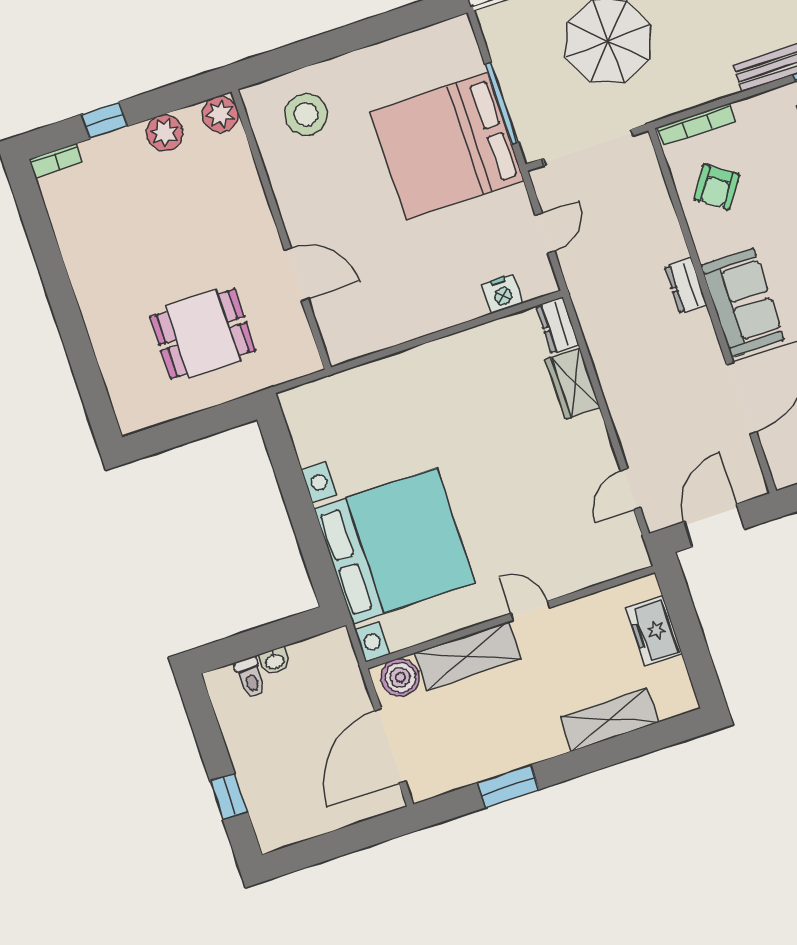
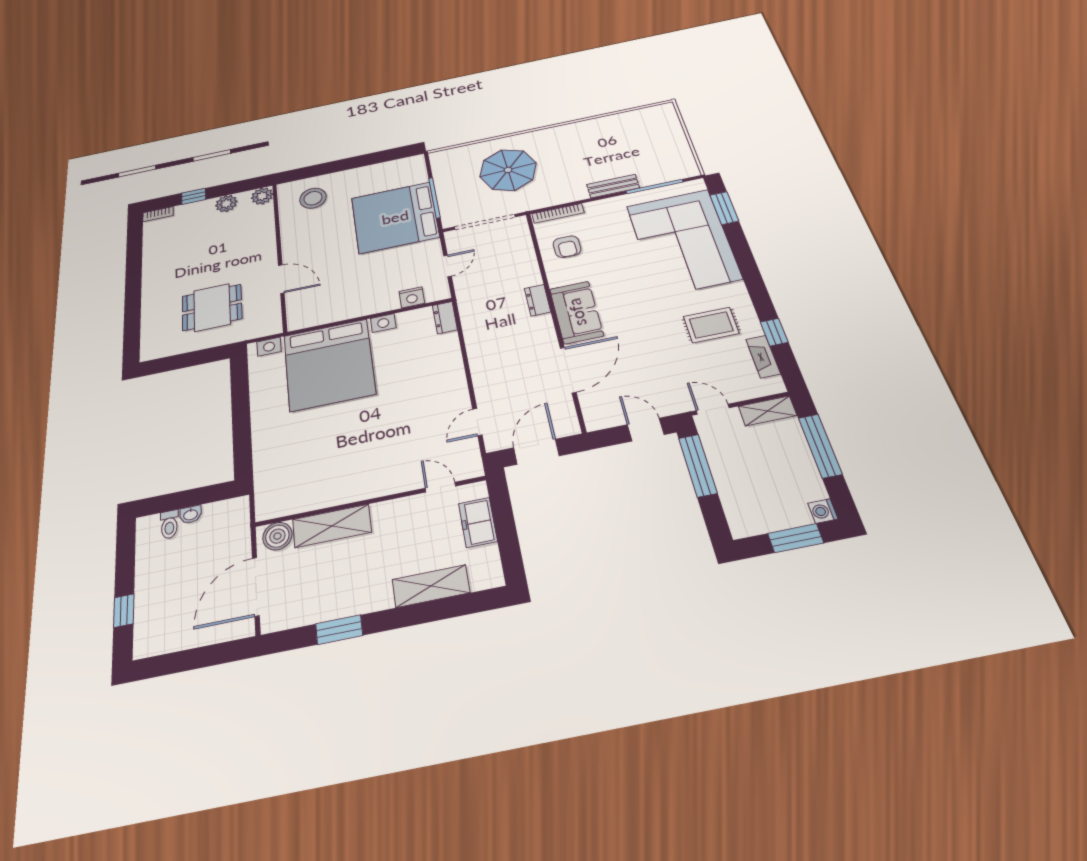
armchair: (717, 187) -> (567, 247), turned -34
wardrobe: (573, 383) -> (448, 352), removed
bed with nightstands: (395, 546) -> (329, 365), moved, turned 90
door: (531, 610) -> (440, 487), moved

